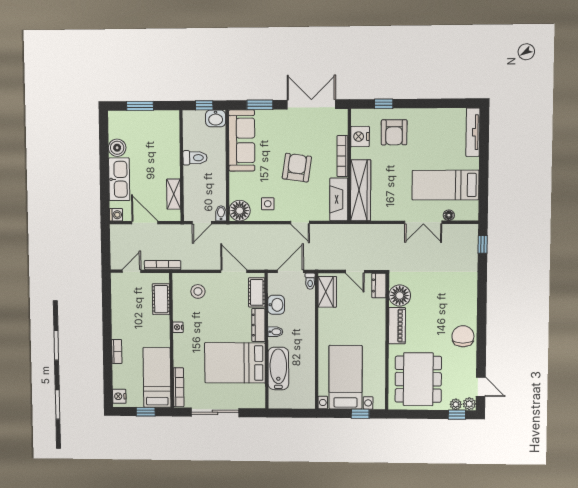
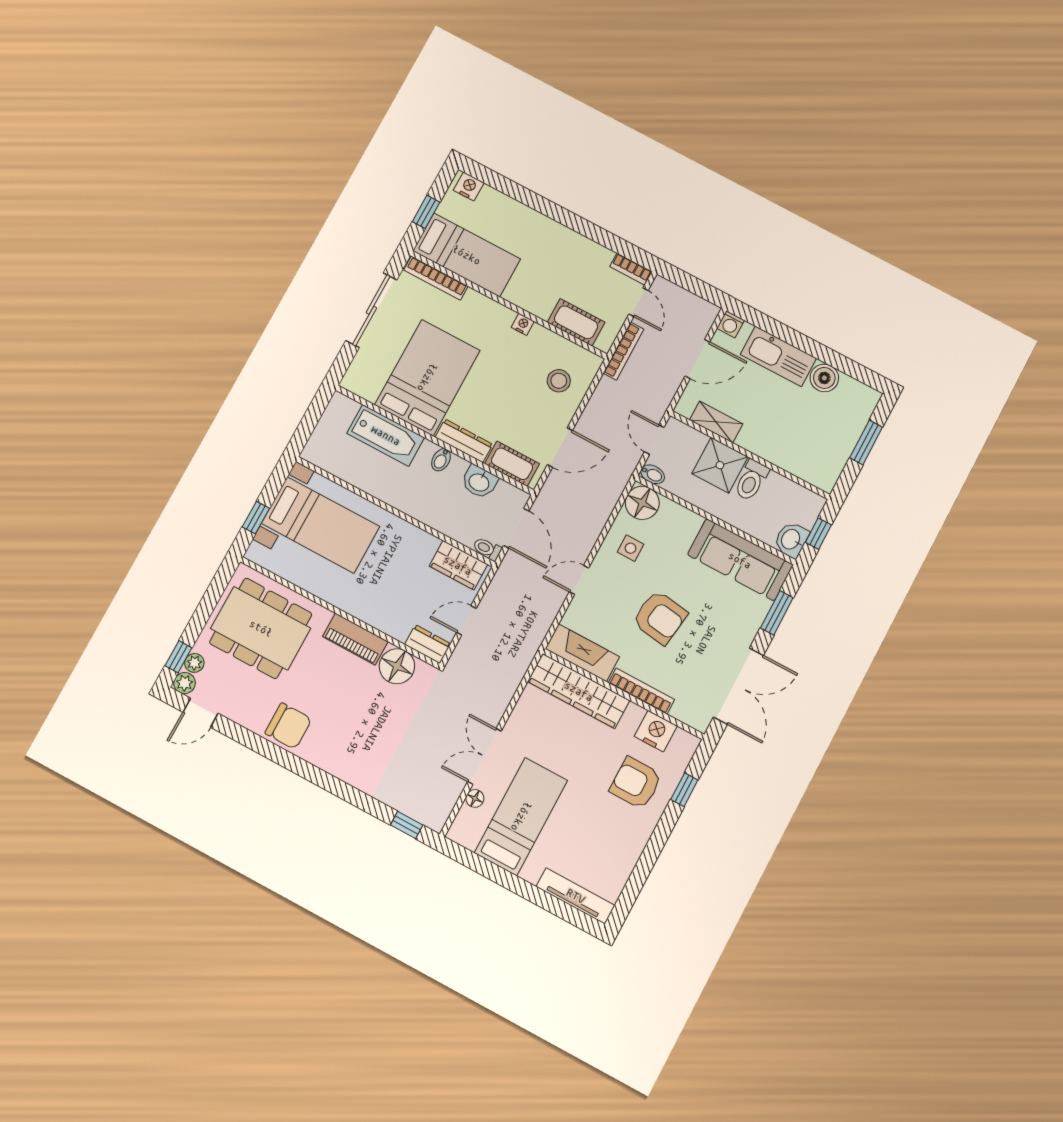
shower: (196, 179) -> (720, 465), added
bookcase: (117, 351) -> (631, 269), moved

